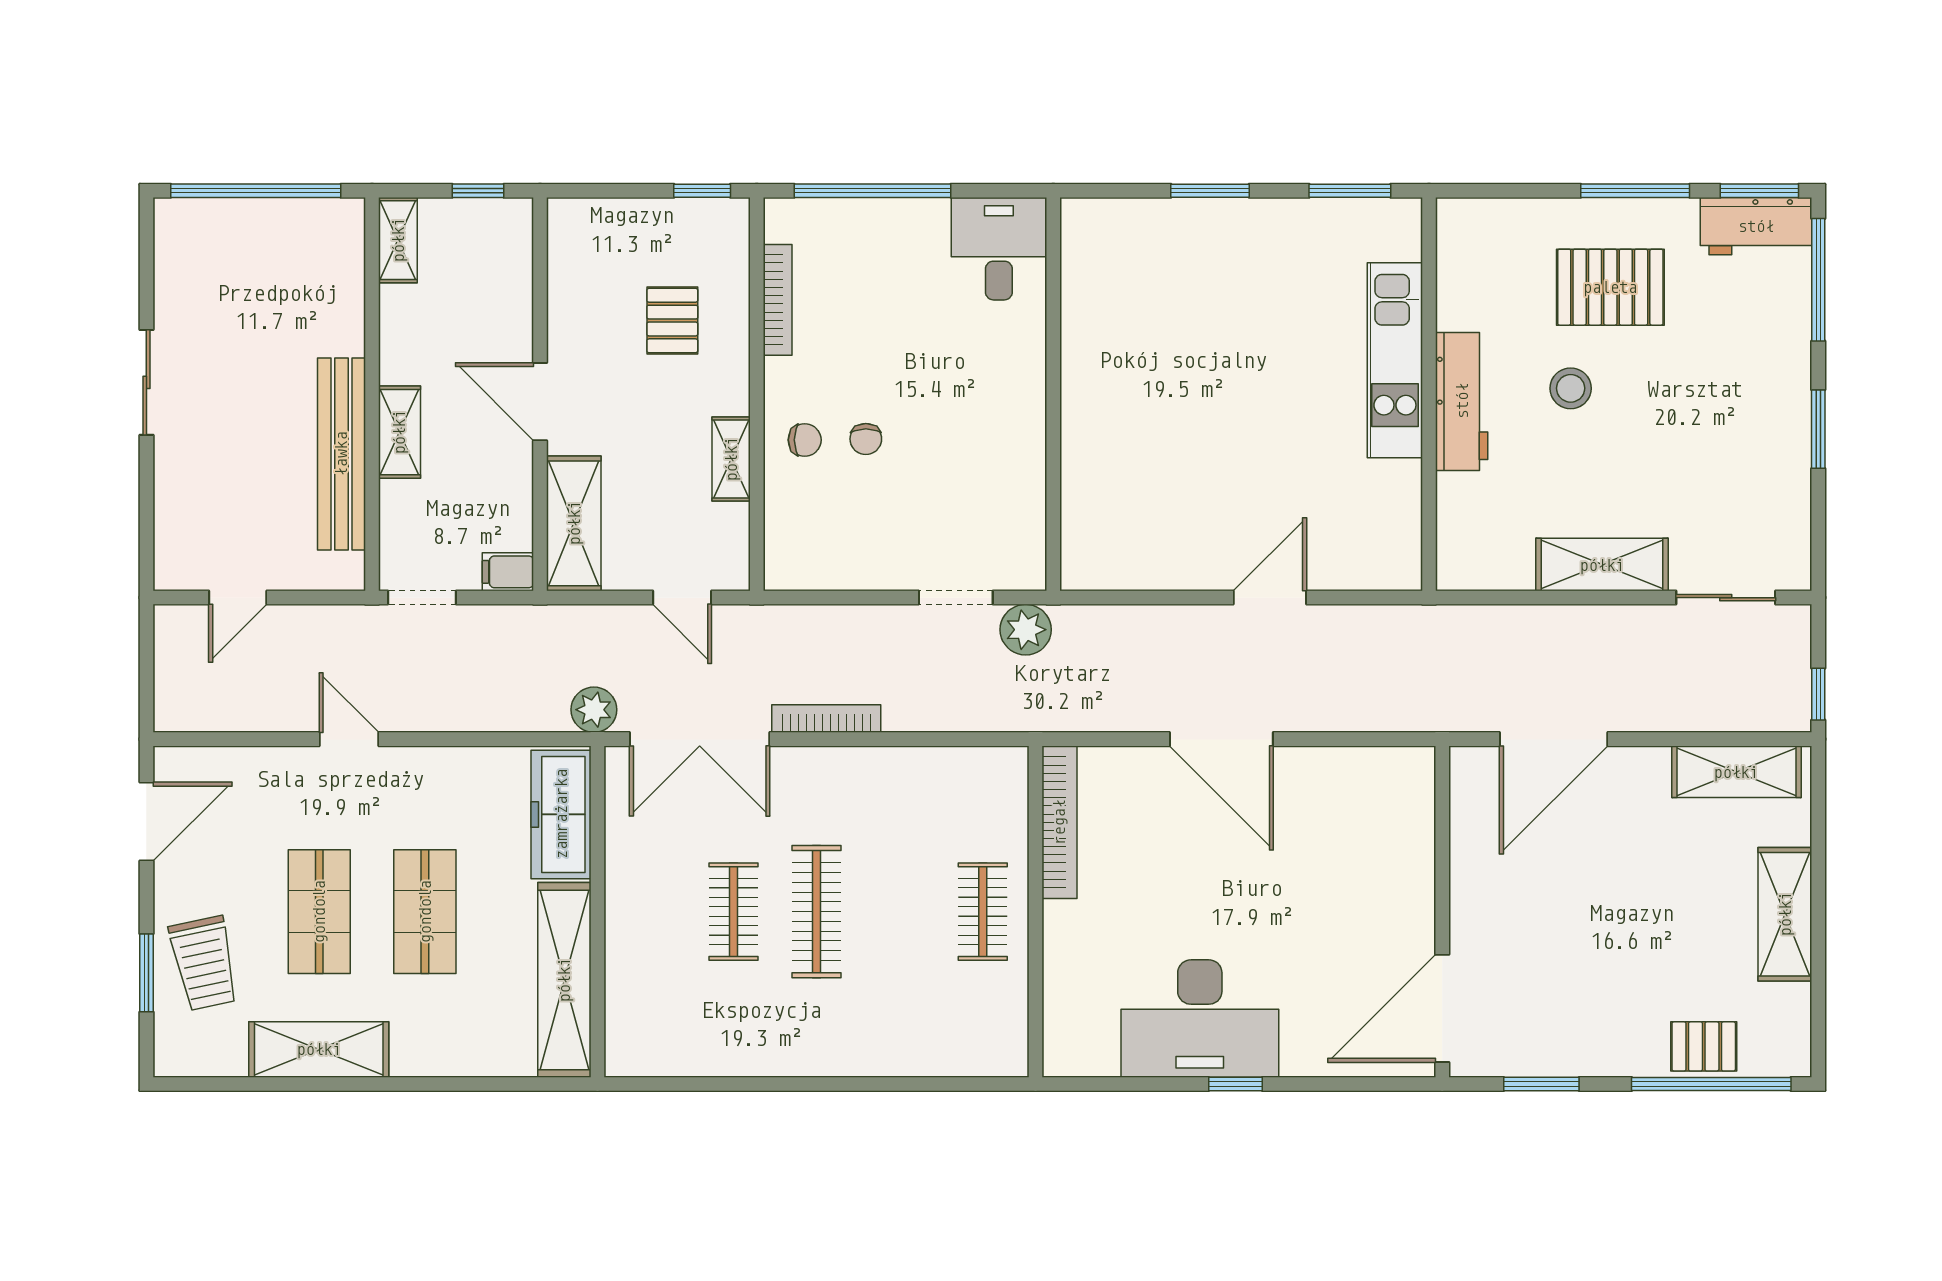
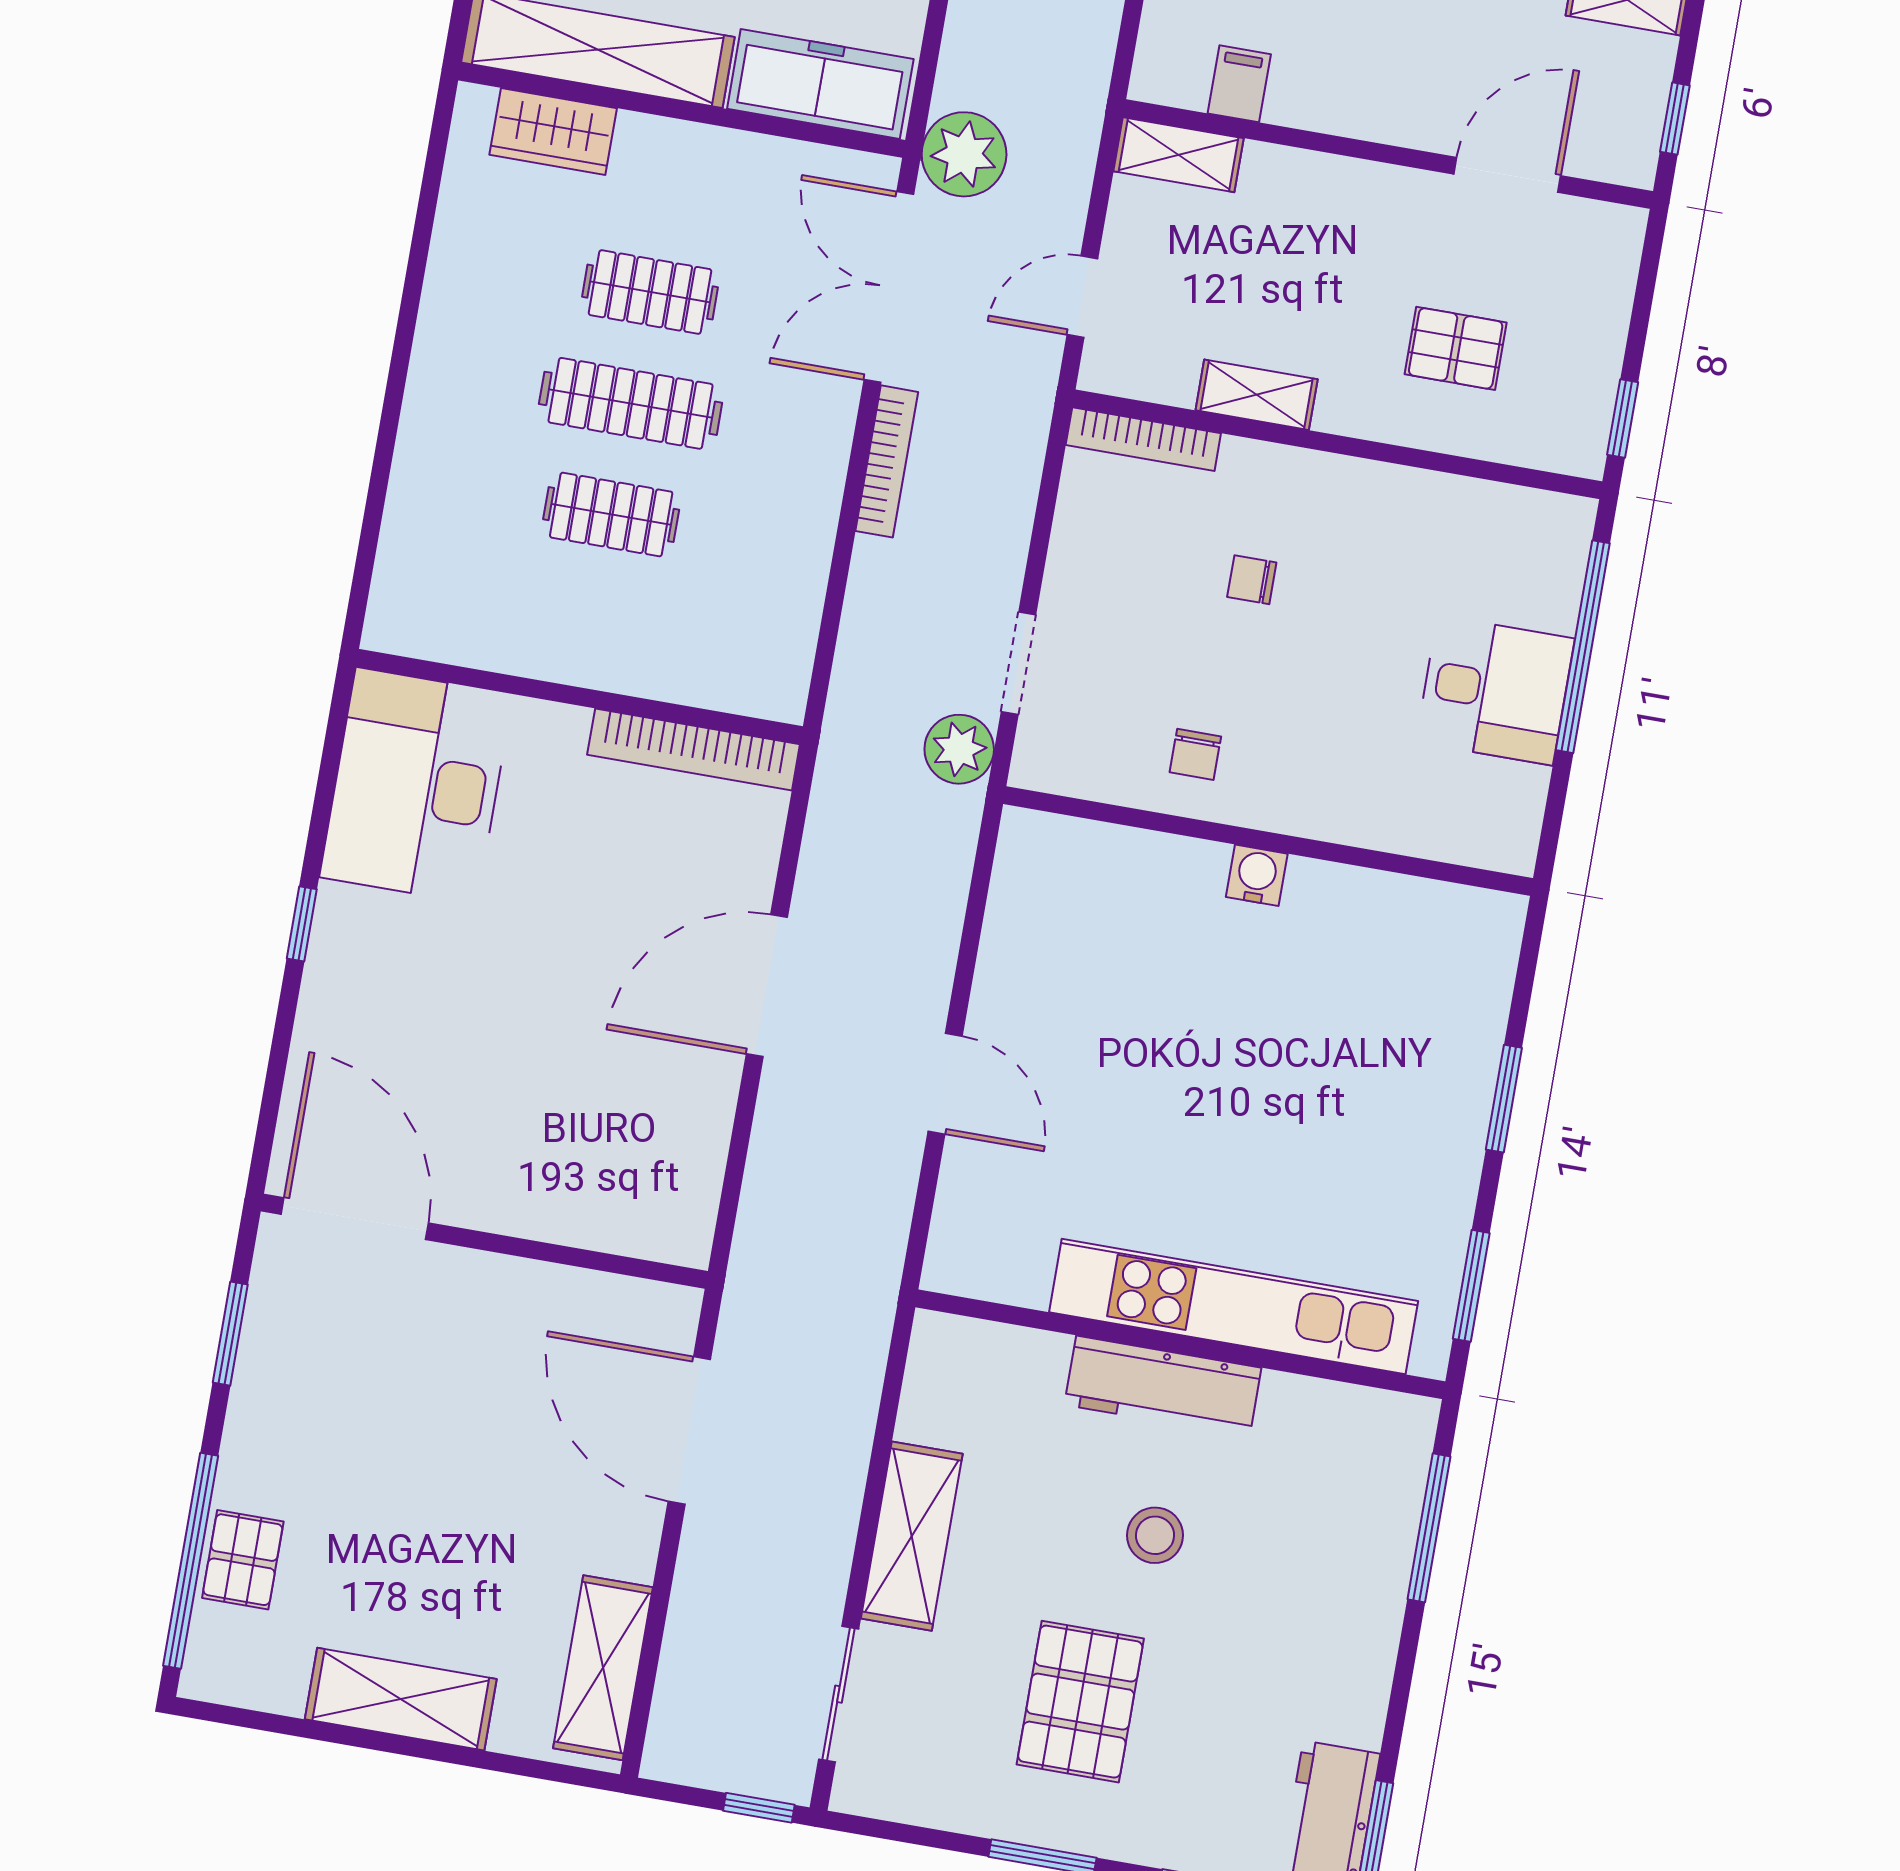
window: (1635, 191) -> (1429, 1528), moved
desk: (999, 249) -> (1495, 690), moved
pallet: (1610, 287) -> (1080, 1702), moved
bookcase: (778, 300) -> (1143, 439), moved
kitchen unit: (1395, 360) -> (1234, 1307), width x1.36
water cooler: (1079, 398) -> (1257, 875), added
door: (540, 402) -> (1507, 175), moved
chair: (805, 440) -> (1195, 754), moved
shelving: (574, 523) -> (1178, 155), width x0.67, depth x0.75
filing cabinet: (508, 572) -> (1239, 84), moved
window: (1818, 694) -> (759, 1808), moved
plant: (594, 710) -> (964, 154), width x1.36, depth x1.36
clothes rail: (983, 912) -> (611, 515), moved
wardrobe: (629, 1002) -> (553, 131), added
desk: (1200, 1019) -> (416, 786), moved

